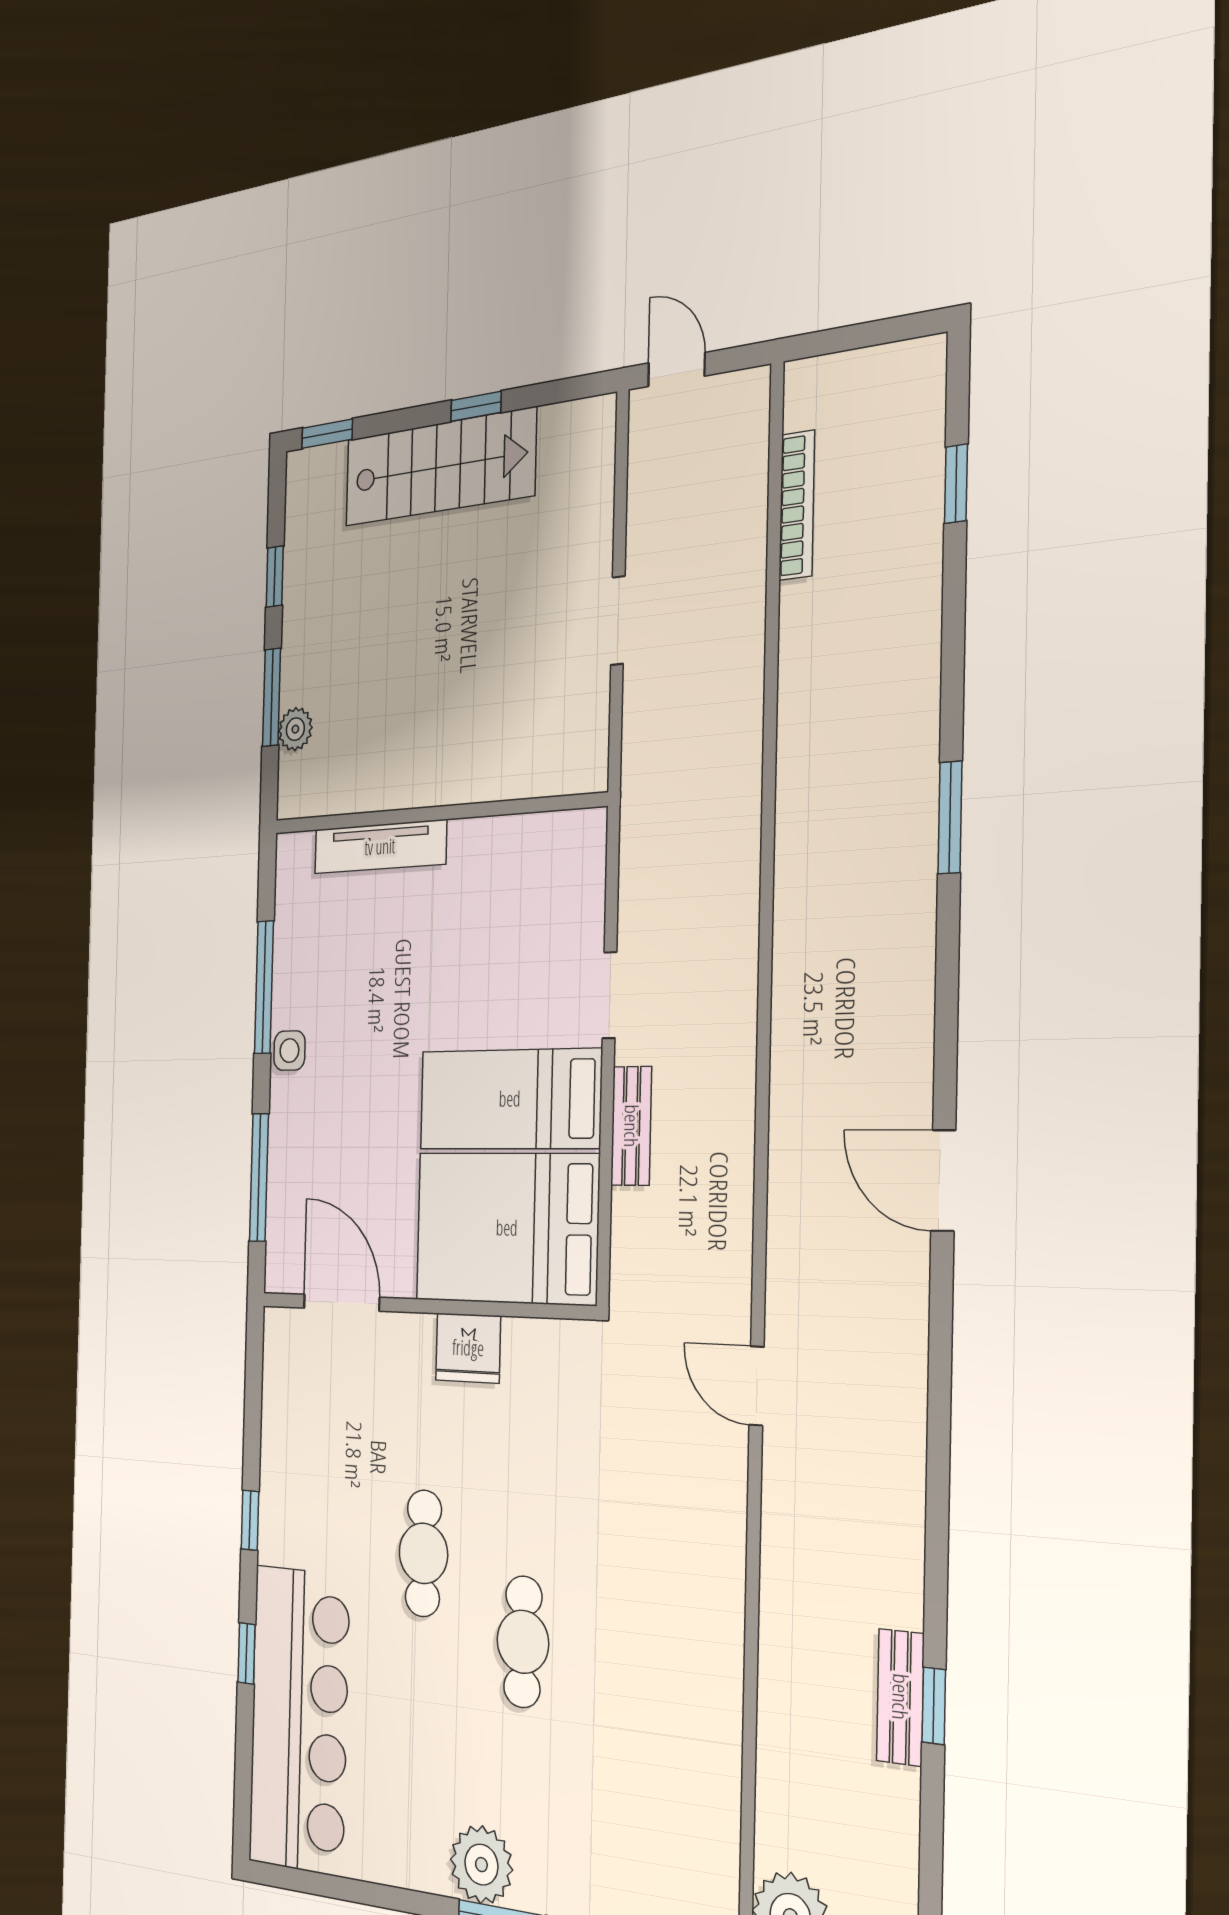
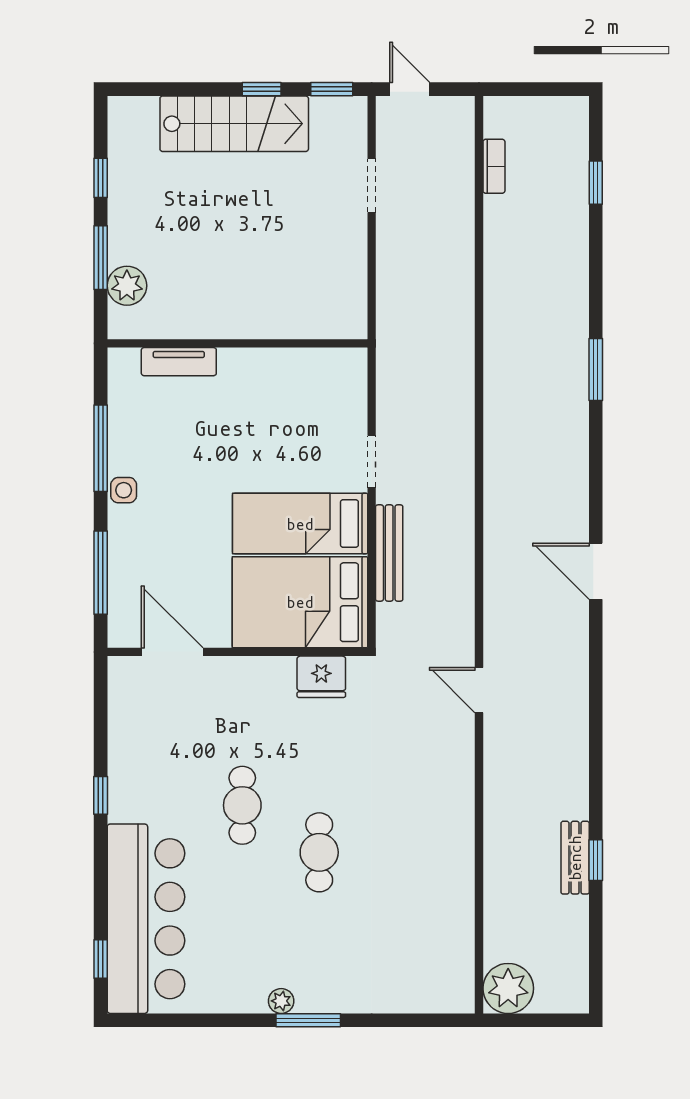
window: (327, 434) -> (332, 89), moved
bookcase: (797, 505) -> (494, 166), width x0.64
doorway: (618, 620) -> (372, 186), moved
plant: (295, 729) -> (127, 286), width x1.38, depth x1.38
tv unit: (380, 847) -> (179, 362), width x0.71
bench: (631, 1126) -> (389, 553), width x1.36
fridge: (468, 1348) -> (321, 677), moved
window: (246, 1653) -> (101, 959), moved
plant: (481, 1865) -> (281, 1001), width x0.53, depth x0.53

